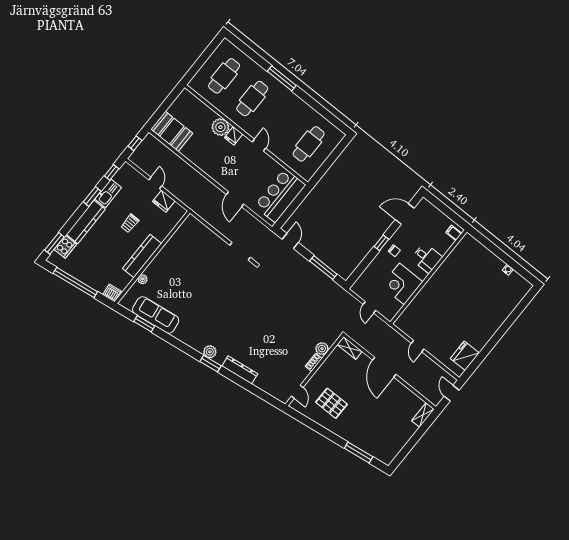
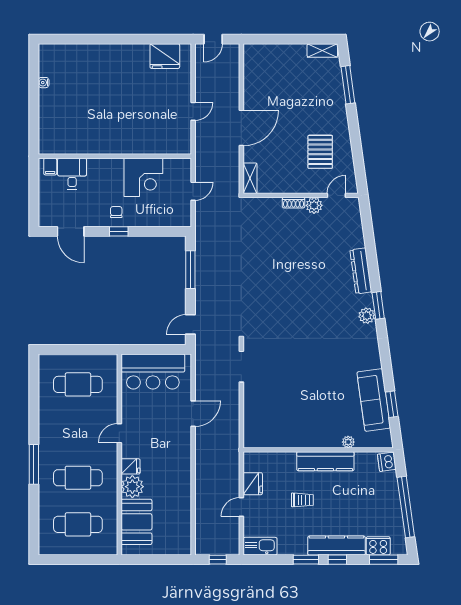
booth: (172, 131) -> (136, 522), moved
window: (112, 172) -> (337, 560), moved
kitchen sink: (108, 193) -> (260, 546), moved
desk: (427, 258) -> (72, 174), moved
plant: (322, 349) -> (314, 205), moved
shelving: (423, 415) -> (322, 50), moved

